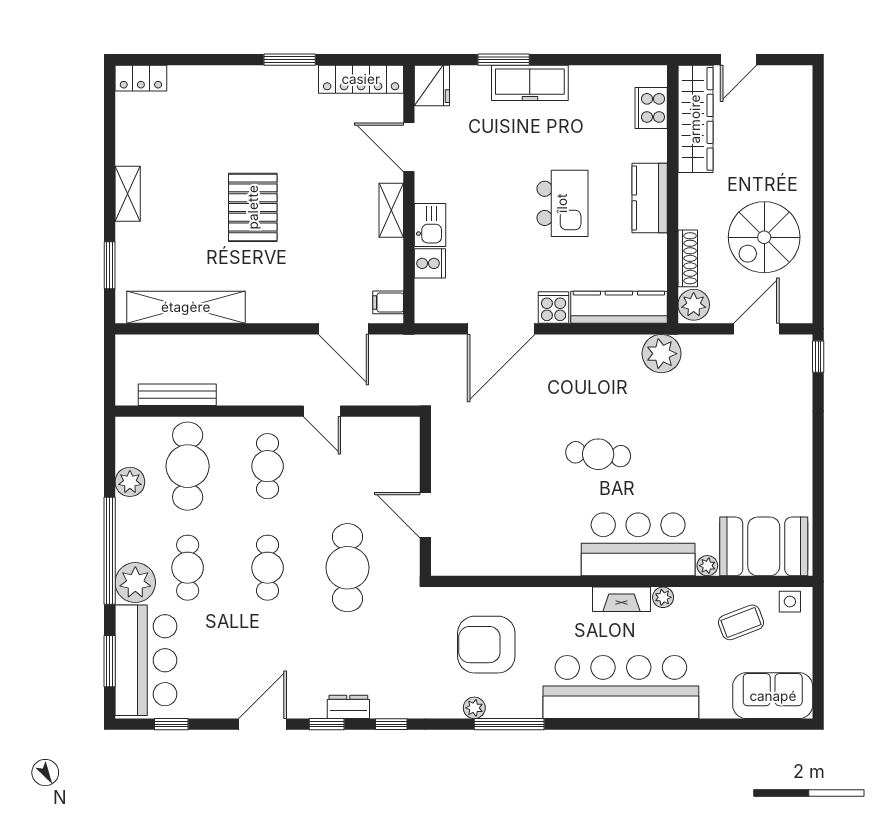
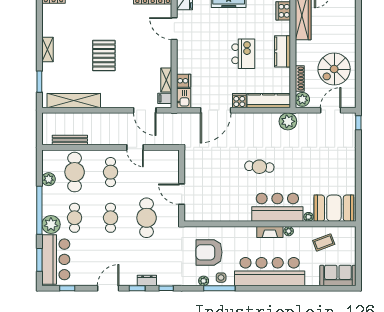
shelving: (391, 210) -> (166, 80), moved
kitchen sink: (430, 225) -> (184, 98), moved
side table: (790, 602) -> (221, 278), moved

